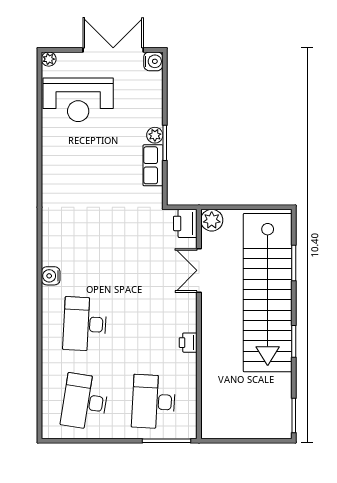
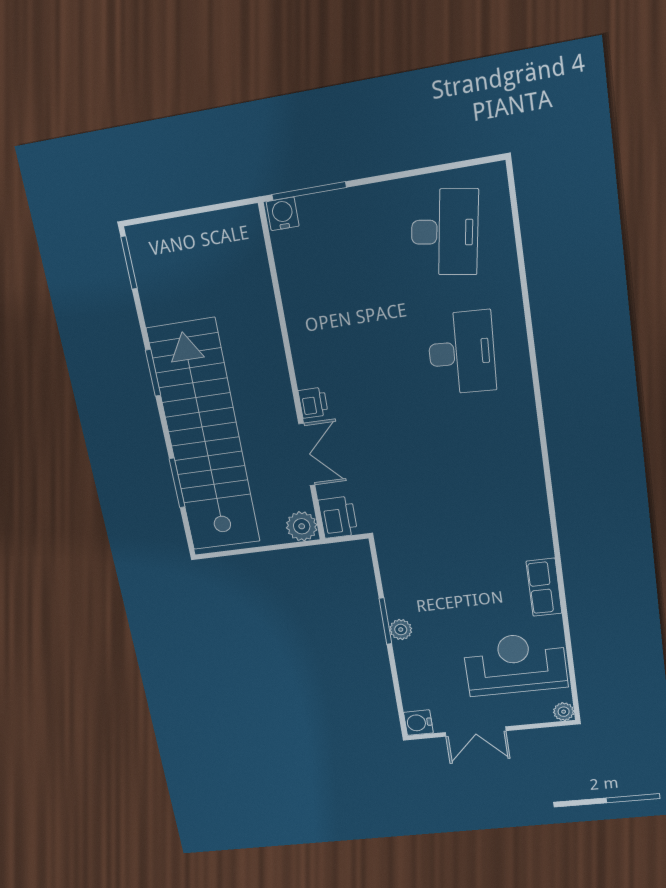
double door: (113, 50) -> (476, 732), width x0.73
row of seats: (153, 165) -> (544, 587), moved, turned 180
water cooler: (51, 276) -> (283, 214), moved, turned -90
printer: (188, 343) -> (313, 403), moved
desk: (154, 402) -> (339, 250), removed

